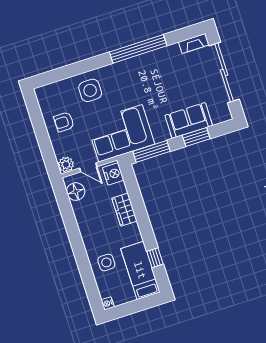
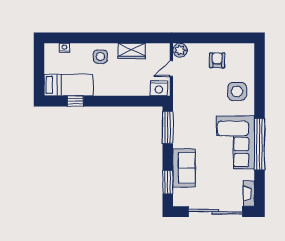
corner sofa: (120, 133) -> (235, 142), moved, turned 180
window: (196, 137) -> (168, 182), moved
floor lamp: (76, 192) -> (154, 51), removed
wardrobe: (124, 210) -> (132, 51), moved, turned 180
side table: (106, 262) -> (100, 57), moved
nightstand: (108, 303) -> (64, 48), moved

